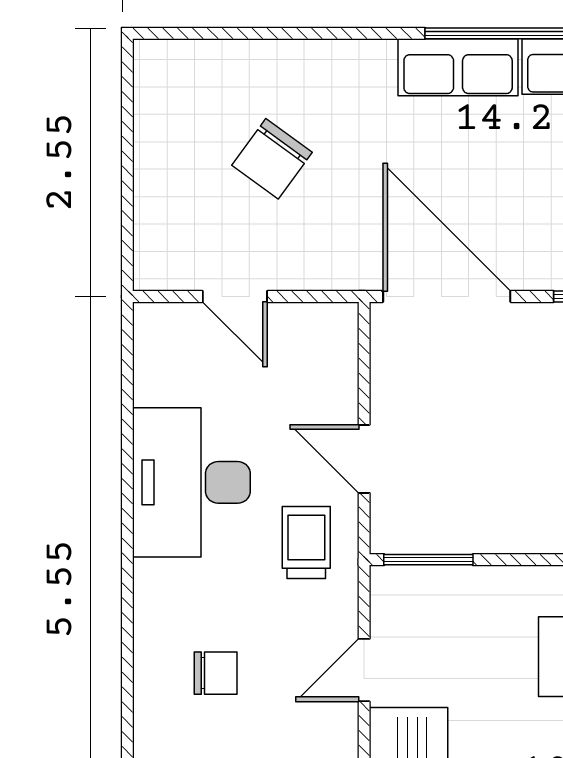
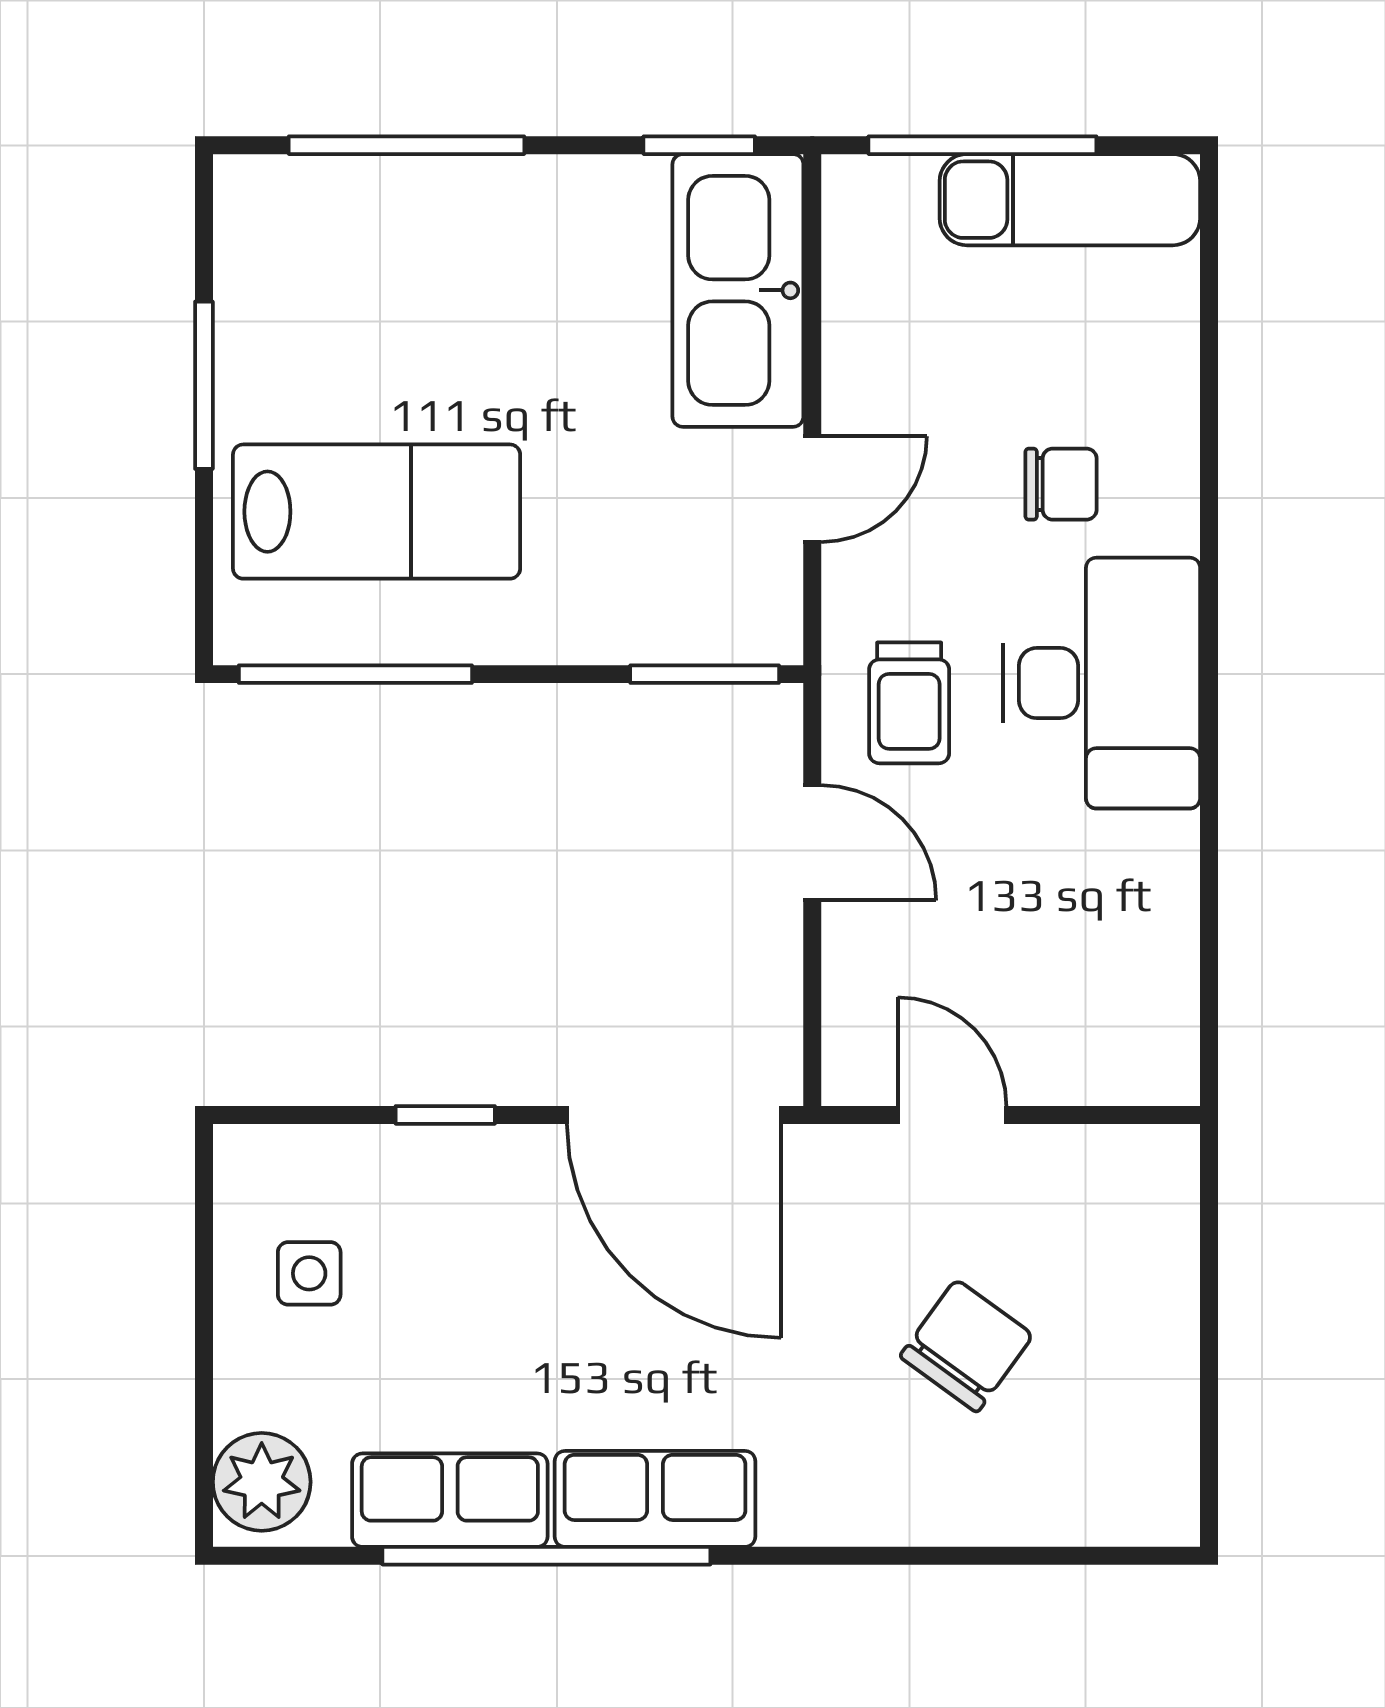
door: (235, 296) -> (952, 1115), moved
desk: (191, 482) -> (1102, 683), moved
chair: (216, 673) -> (1061, 484), turned 180

